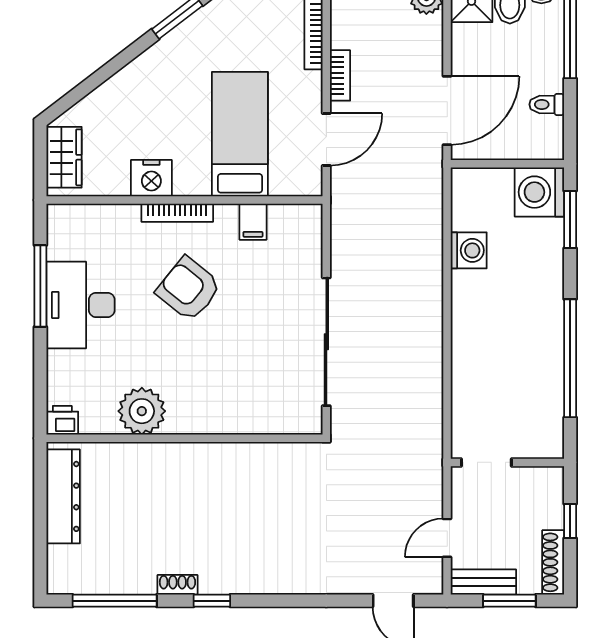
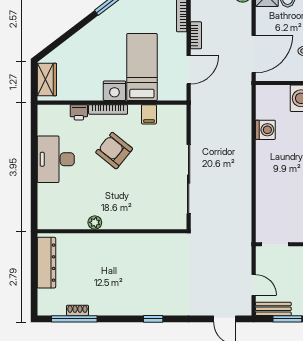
nightstand: (151, 178) -> (114, 91), moved
window: (40, 286) -> (34, 149), removed
plant: (142, 411) -> (95, 222), width x0.53, depth x0.53
printer: (62, 420) -> (79, 112), moved, turned 180
door: (447, 538) -> (254, 285), swing flipped
shoe rack: (177, 585) -> (78, 310), moved
window: (212, 601) -> (153, 319), moved

